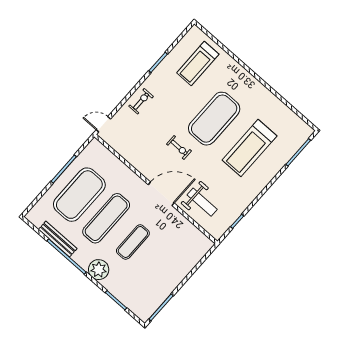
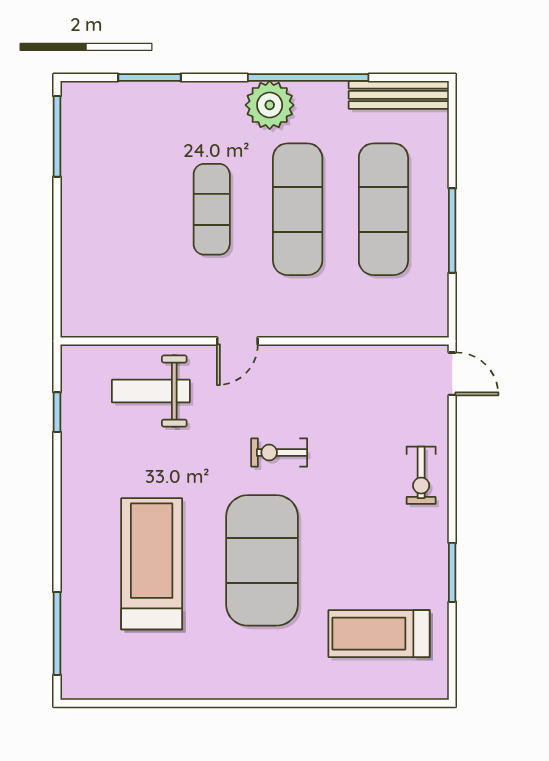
treadmill: (198, 63) -> (379, 634), turned -90
door: (103, 124) -> (452, 374), hinge flipped
door: (161, 194) -> (237, 341), width x0.53
exercise mat: (79, 195) -> (383, 209), width x0.68
bench: (58, 239) -> (399, 95), moved
plant: (99, 270) -> (270, 105), moved

